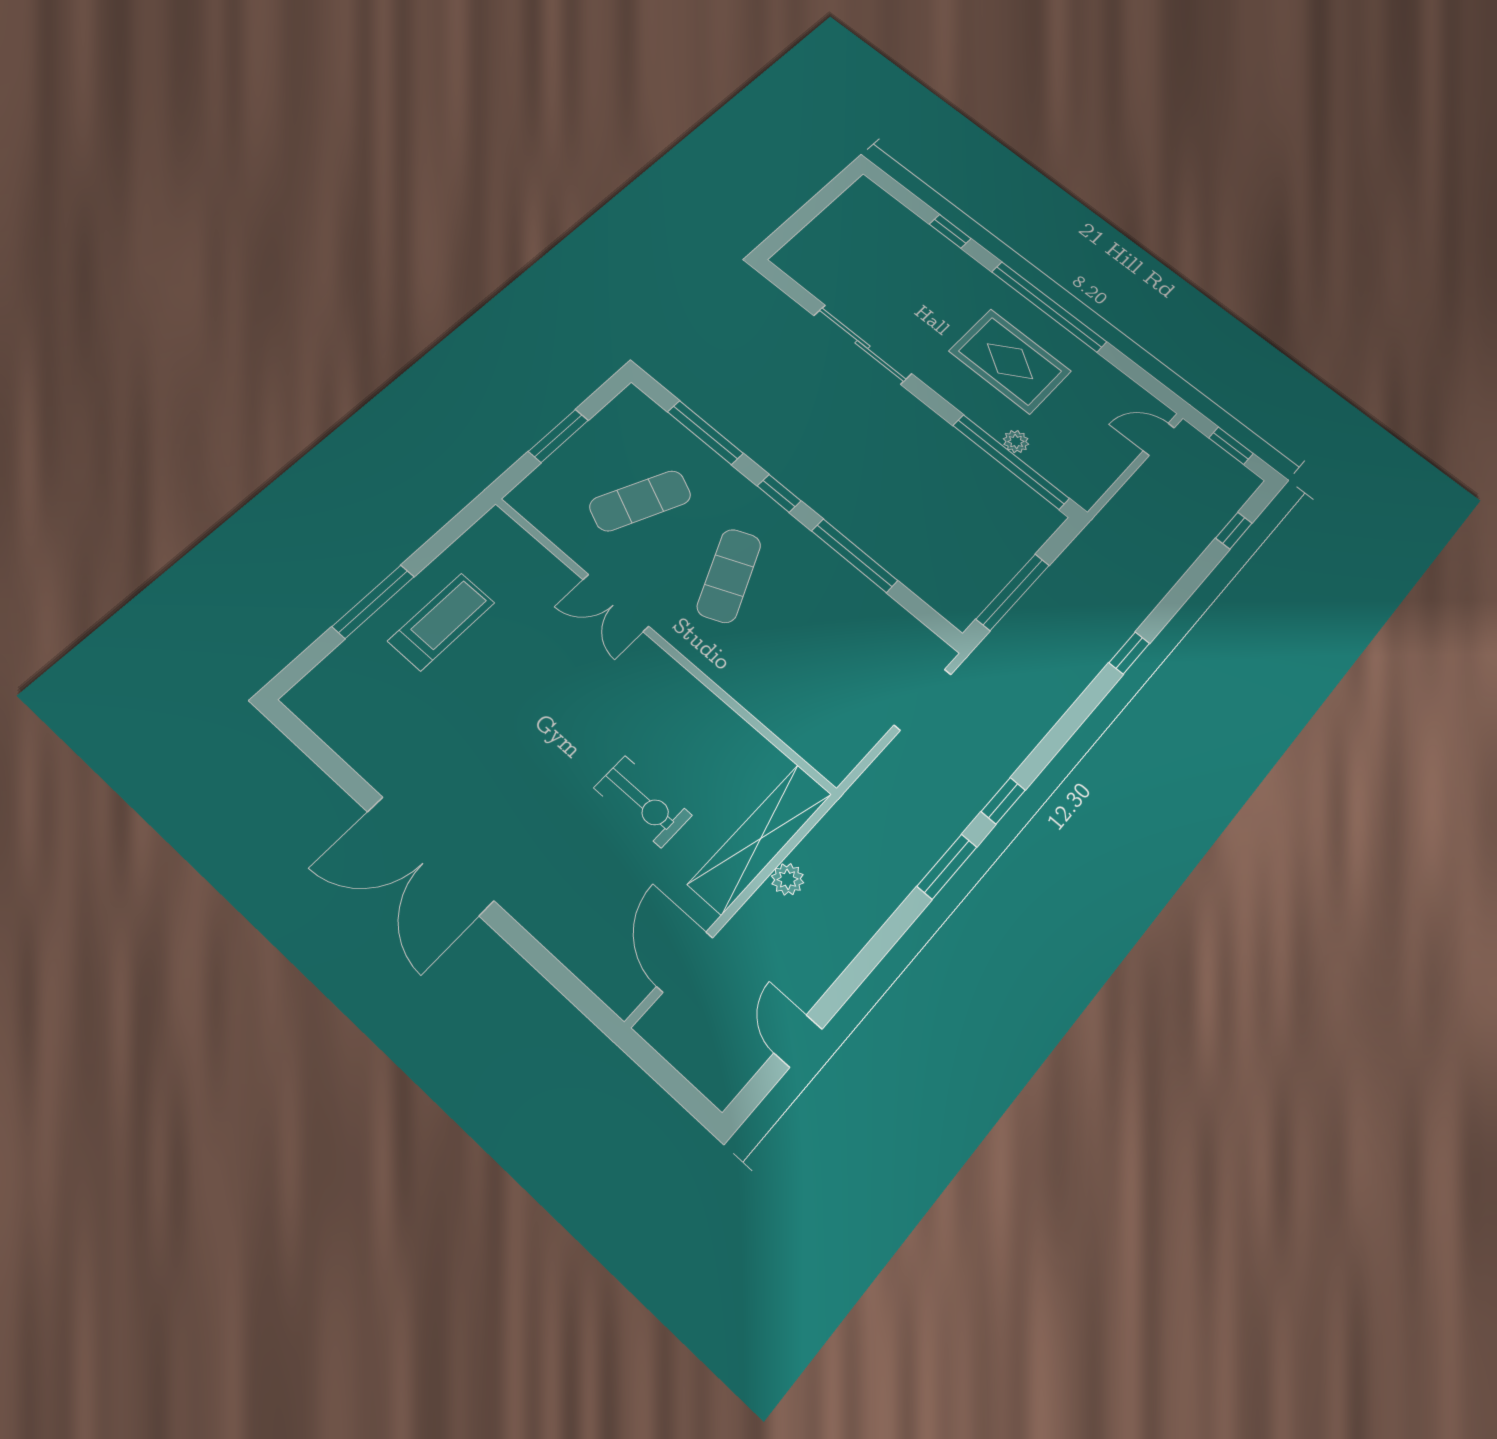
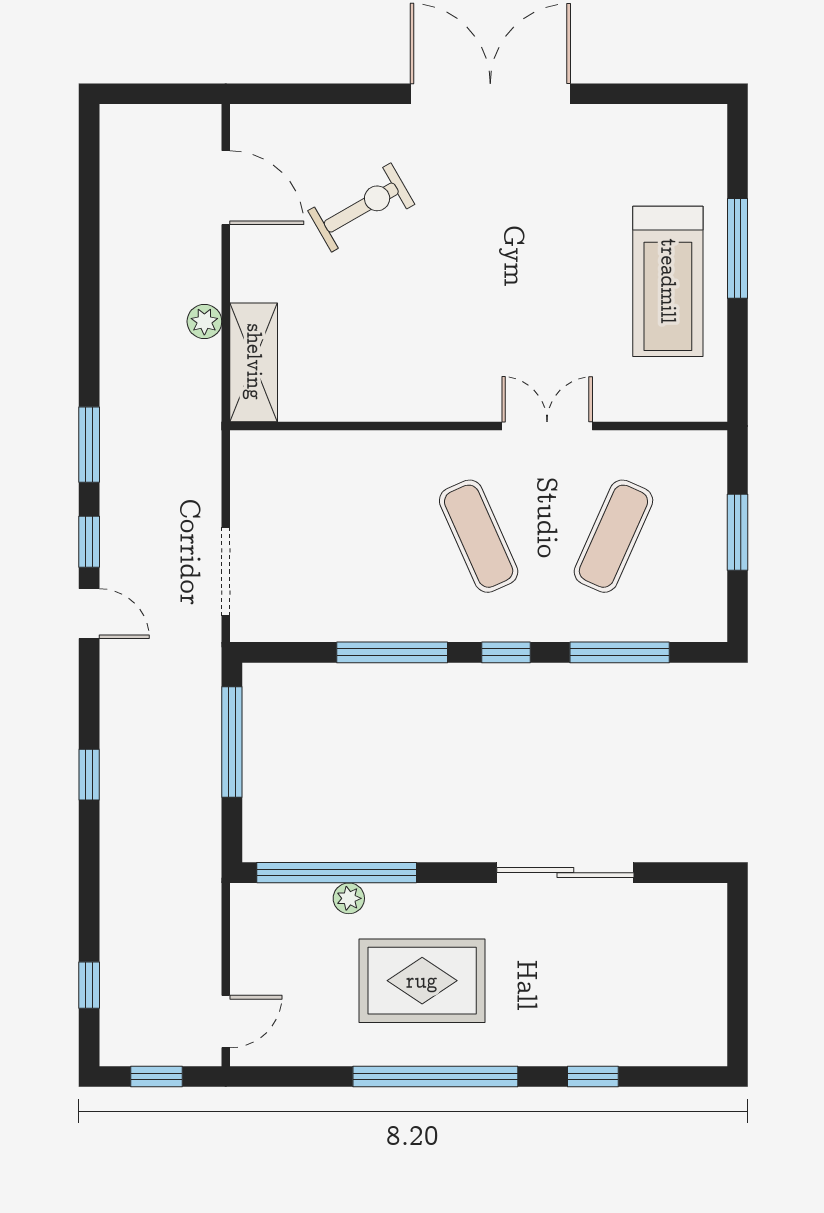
treadmill: (441, 622) -> (668, 281), width x1.37, depth x1.38
exercise bike: (643, 802) -> (361, 208), moved, turned 150
shelving: (760, 839) -> (254, 362), width x0.68
door: (798, 1041) -> (89, 614), moved

